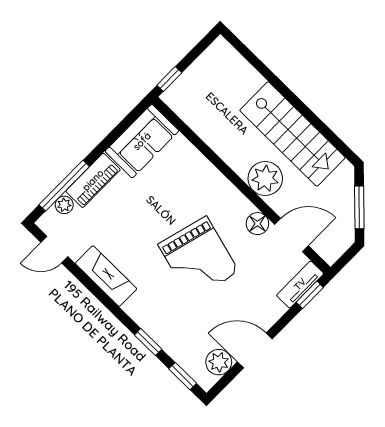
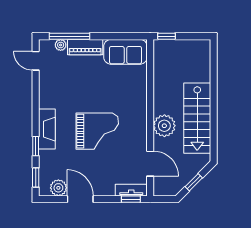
window: (359, 207) -> (194, 182), width x0.67
floor lamp: (257, 224) -> (140, 143), removed
grand piano: (198, 258) -> (97, 131), turned -105
fireplace: (106, 276) -> (47, 129), moved

